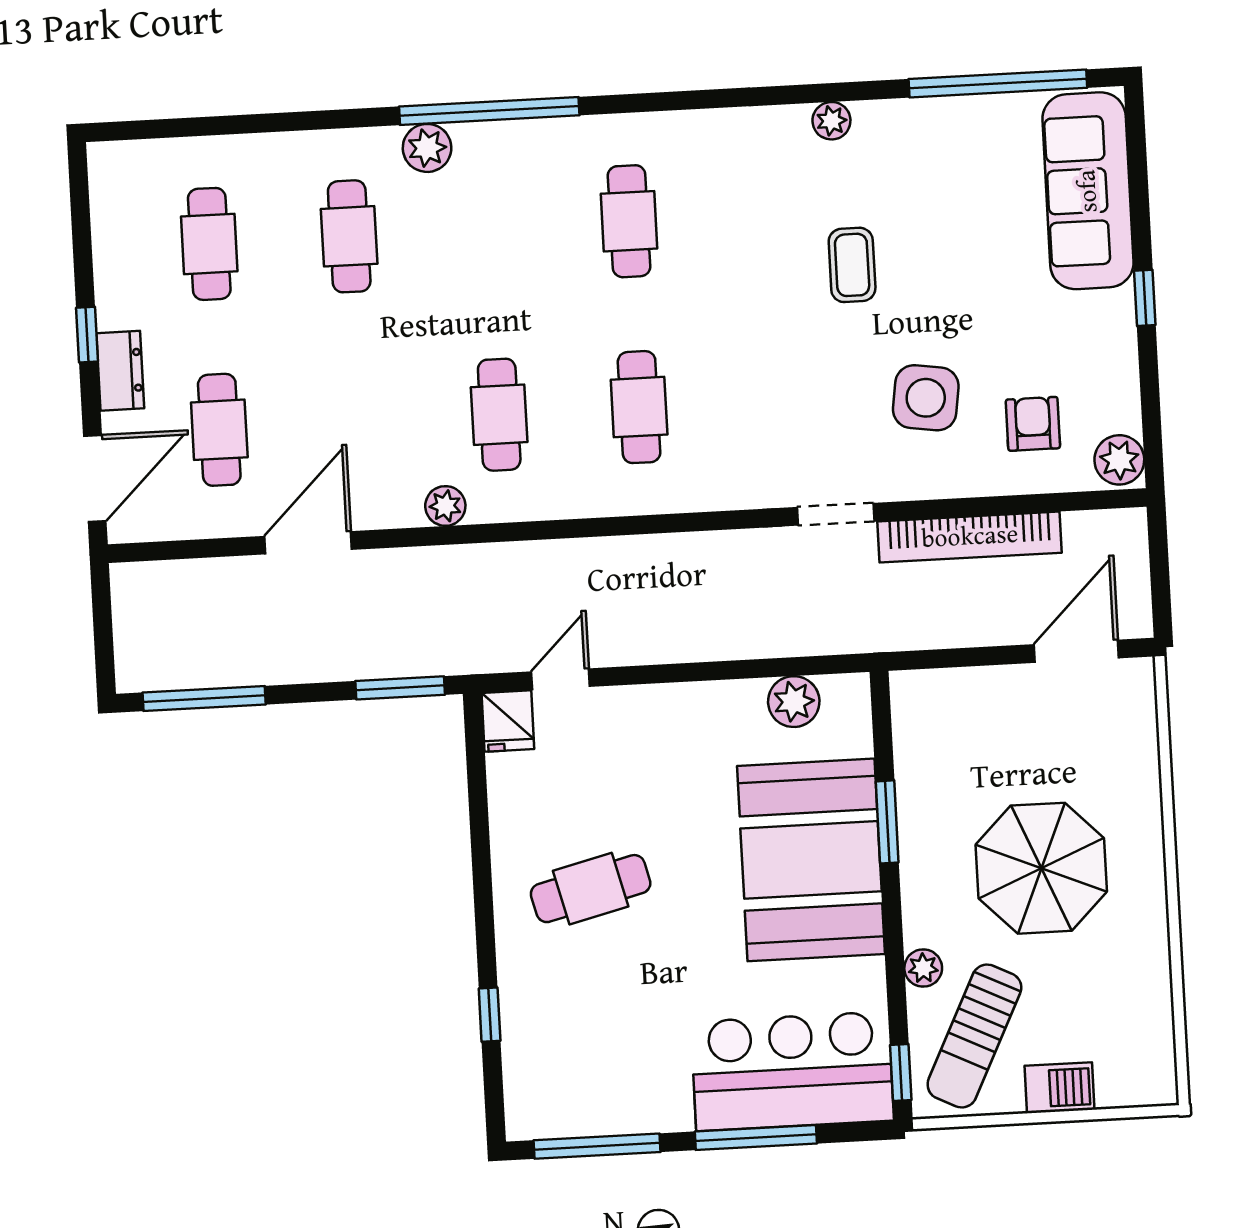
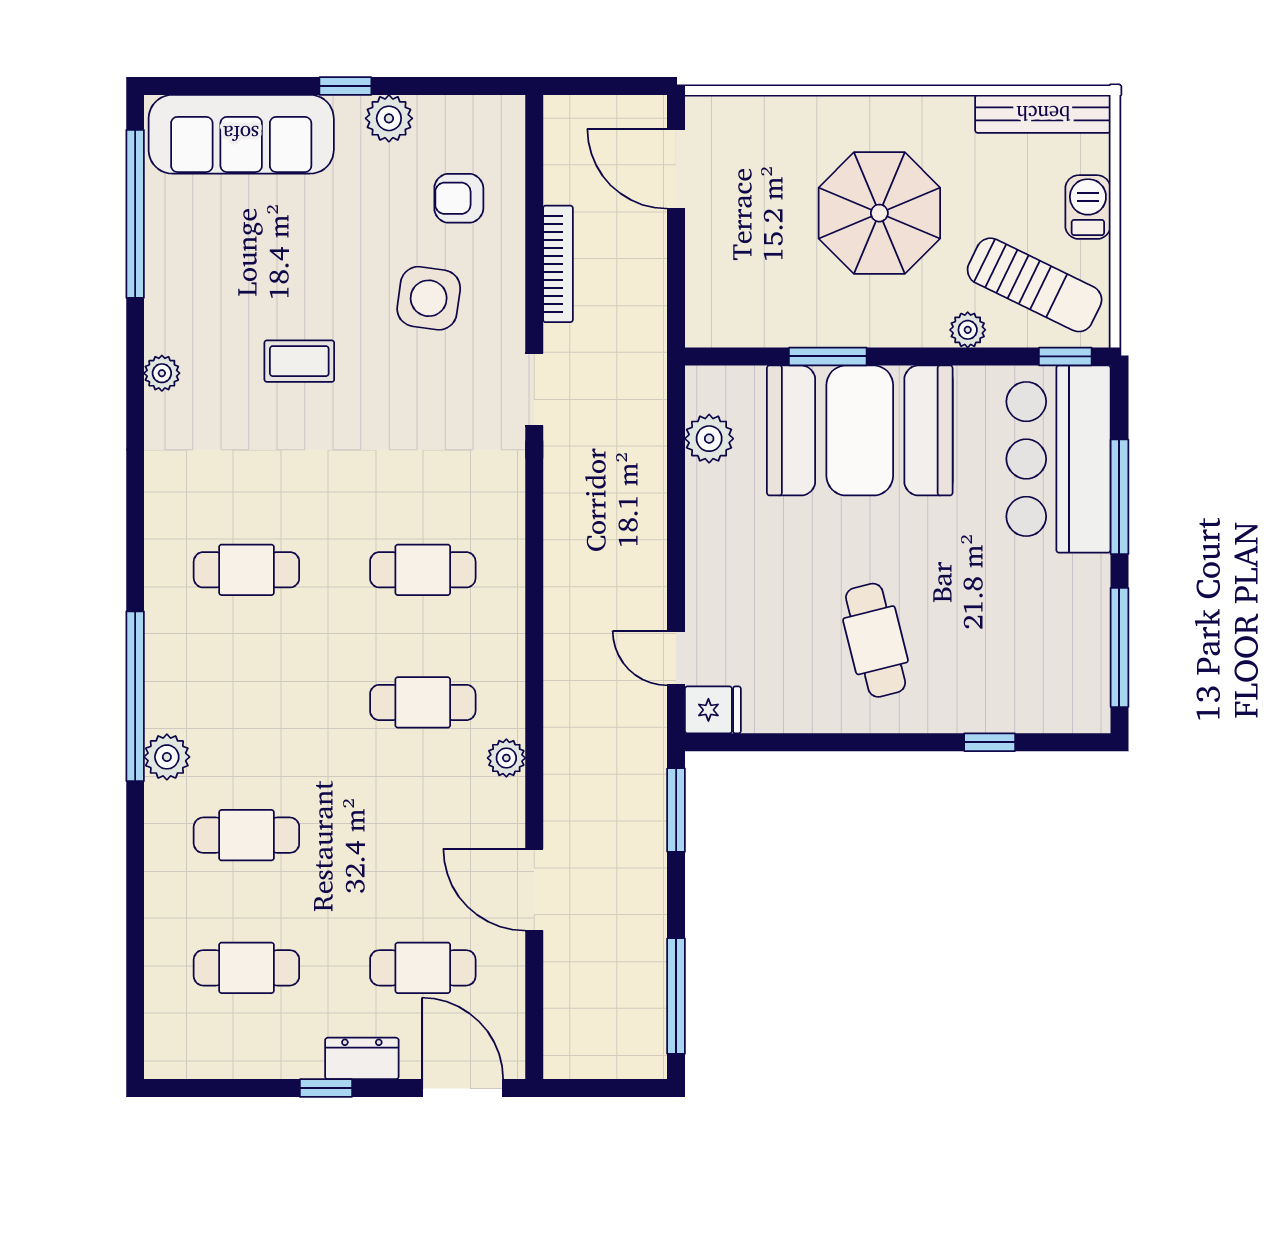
plant: (1119, 460) -> (389, 118), moved
bookcase: (970, 537) -> (558, 264), width x0.68, depth x0.76
bench: (1155, 1035) -> (1043, 114), added

